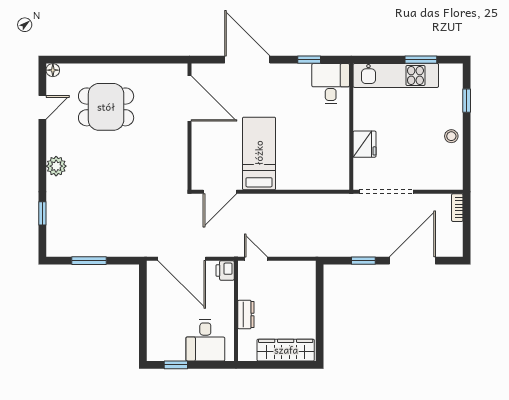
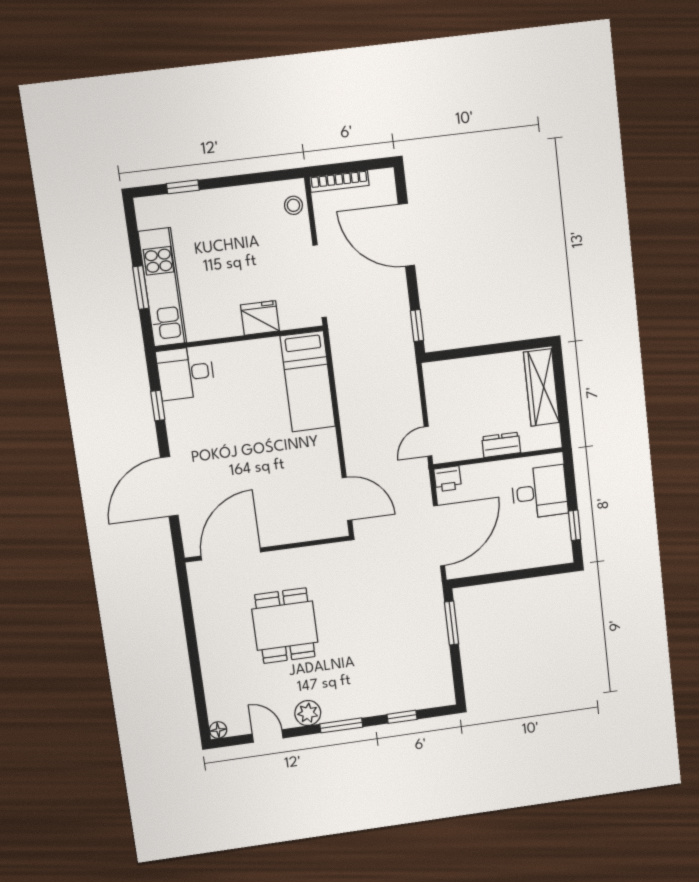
window: (421, 60) -> (141, 288), moved
dining table: (106, 107) -> (285, 626), moved
stool: (451, 136) -> (293, 205), moved
bed: (259, 153) -> (308, 381), moved, turned -90
window: (42, 165) -> (341, 725), added
plant: (56, 166) -> (308, 713), moved
bookcase: (457, 208) -> (339, 181), width x1.56
window: (89, 261) -> (452, 623), moved
window: (363, 261) -> (417, 326), moved

